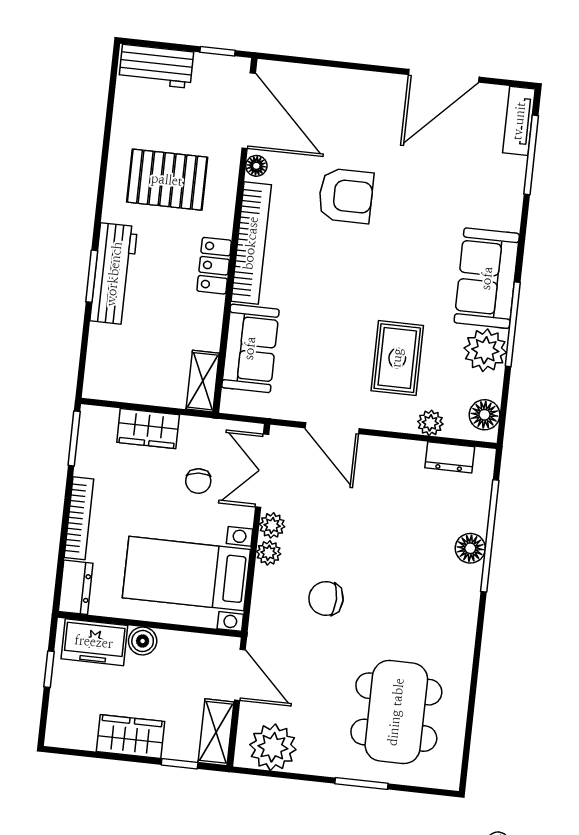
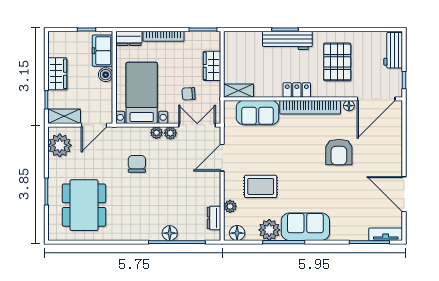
dining table: (396, 712) -> (84, 205), turned 90

